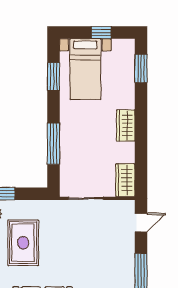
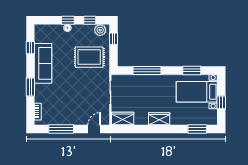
door: (141, 223) -> (94, 129), swing flipped
rug: (23, 243) -> (89, 57), moved

